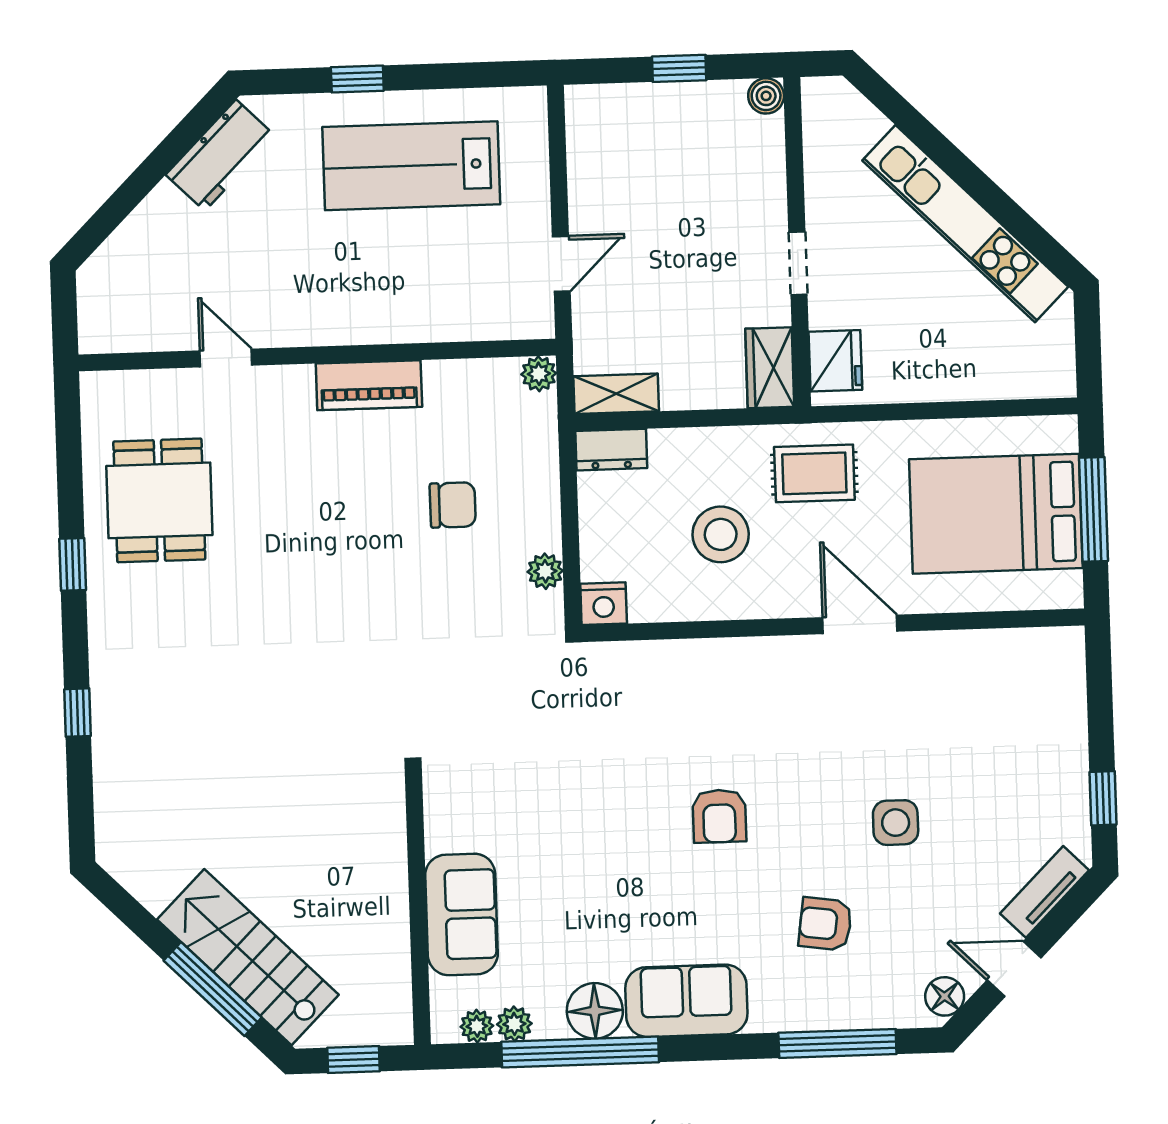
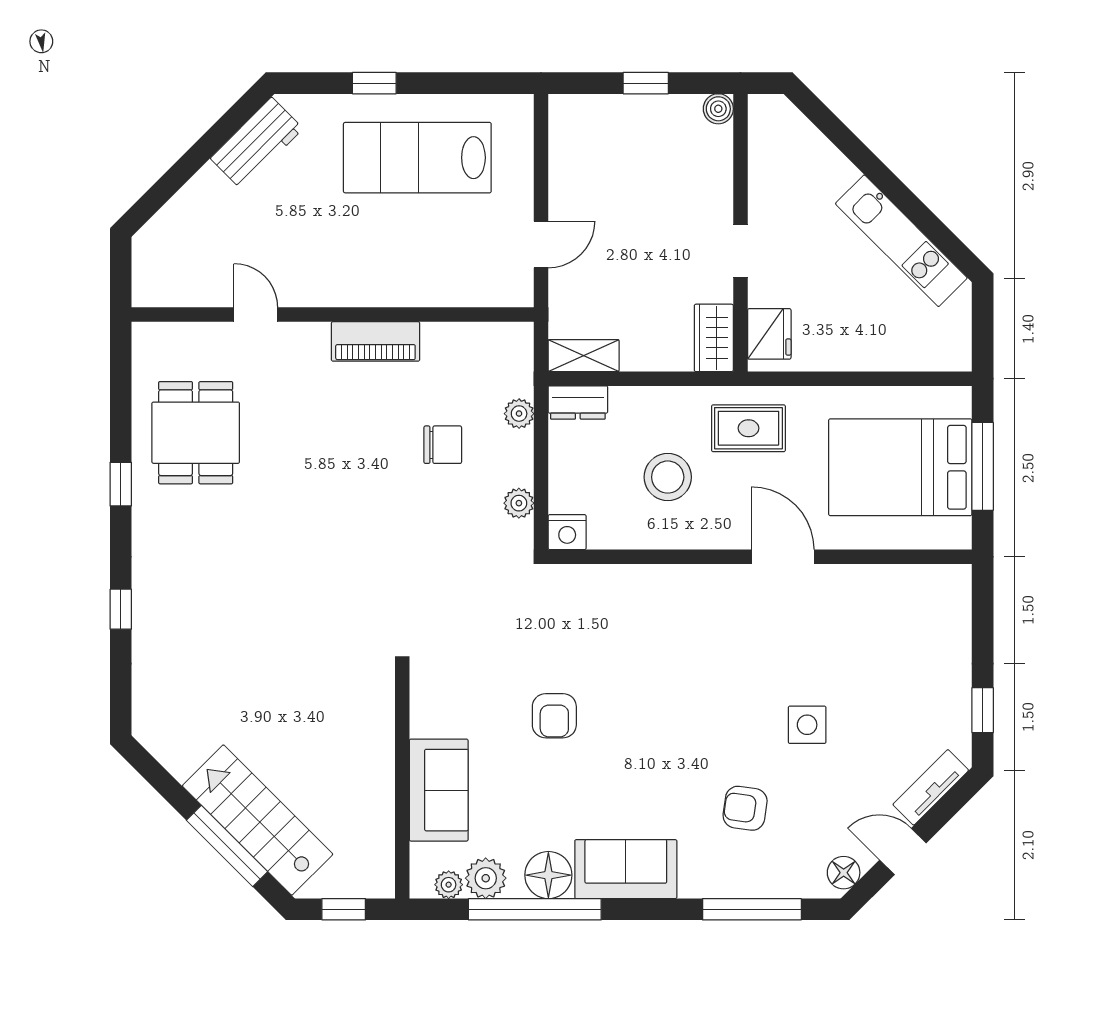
kitchen unit: (965, 224) -> (901, 241), width x0.73
plant: (539, 374) -> (519, 414), moved
armchair: (719, 816) -> (554, 716), moved
plant: (514, 1024) -> (486, 878), width x1.38, depth x1.38

